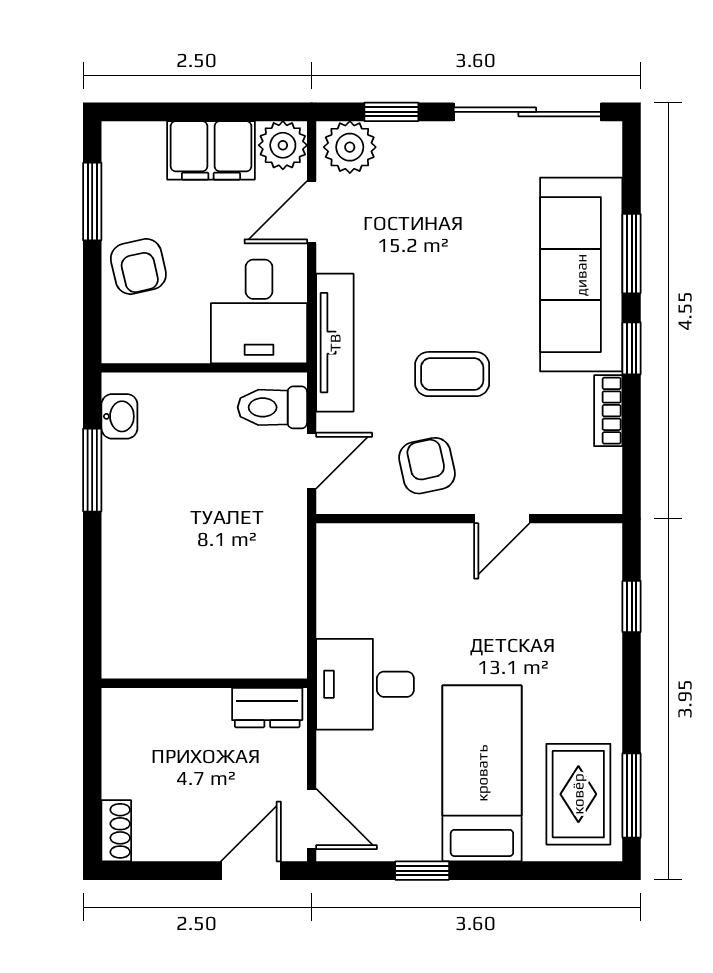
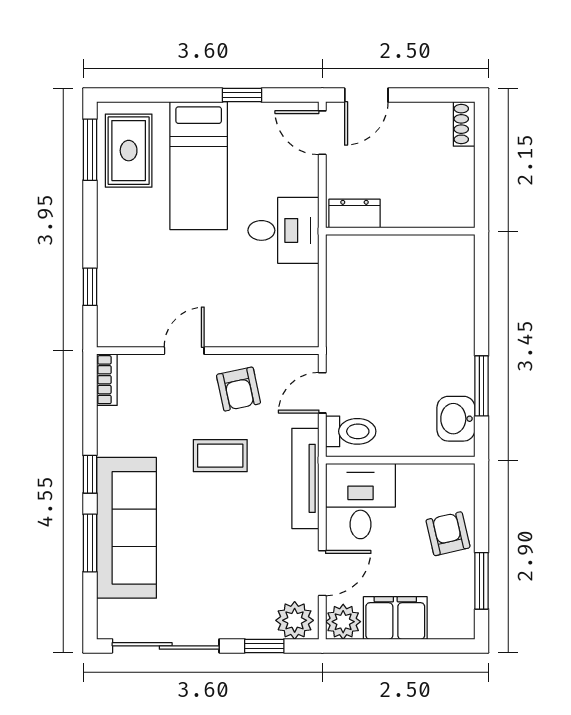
bookcase: (608, 411) -> (107, 380), moved
washbasin: (119, 416) -> (456, 419), width x1.38, depth x1.45

